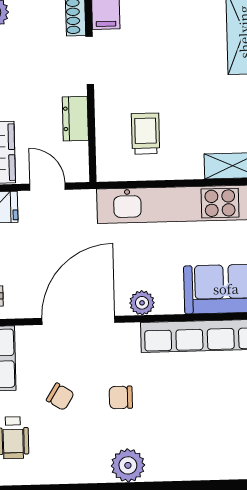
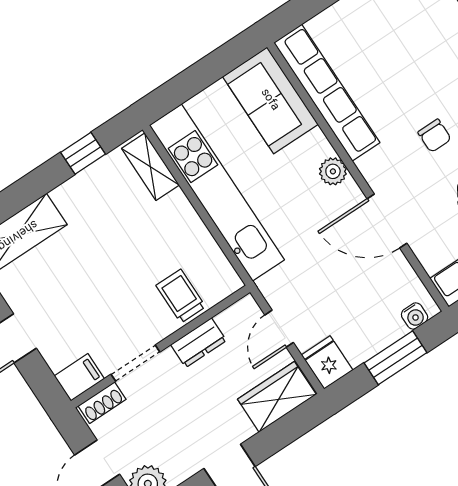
trolley: (146, 134) -> (181, 296), moved, turned 90
door: (78, 320) -> (387, 221), width x0.73

